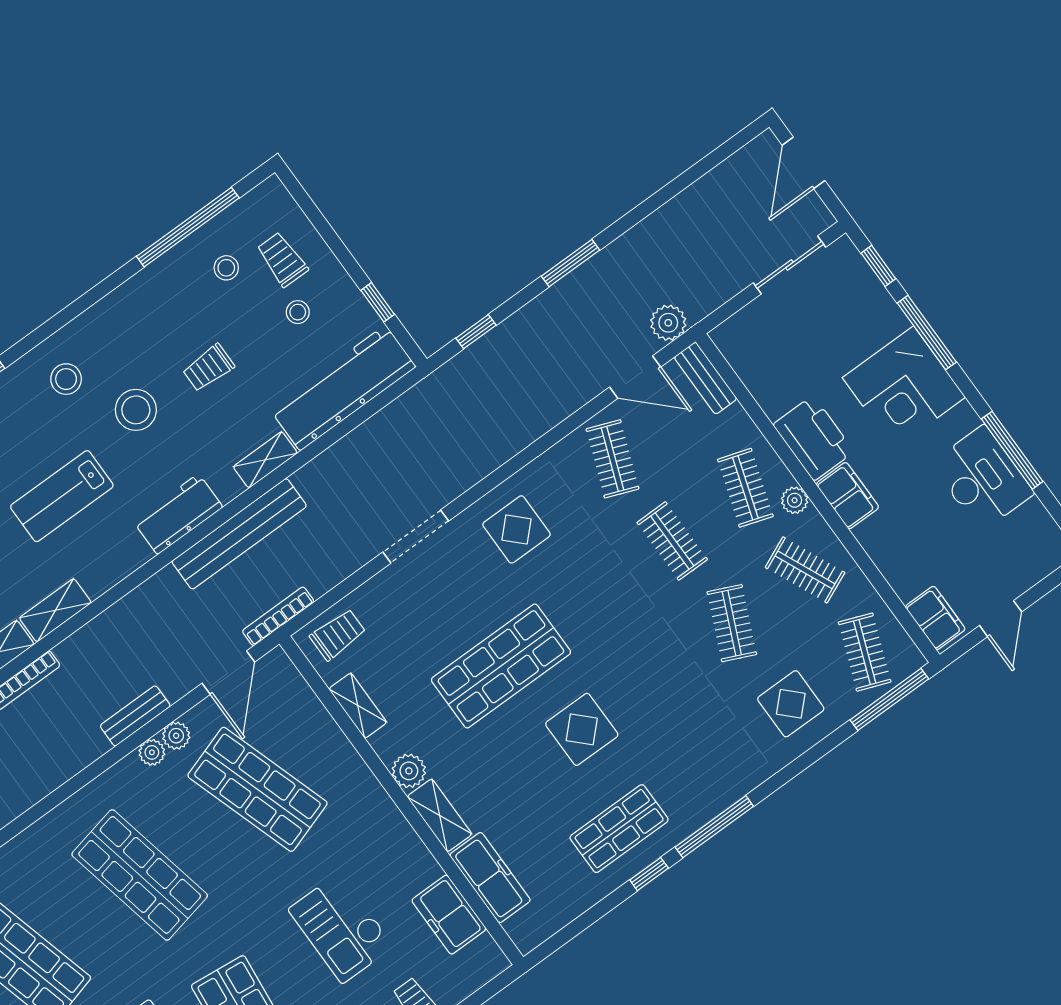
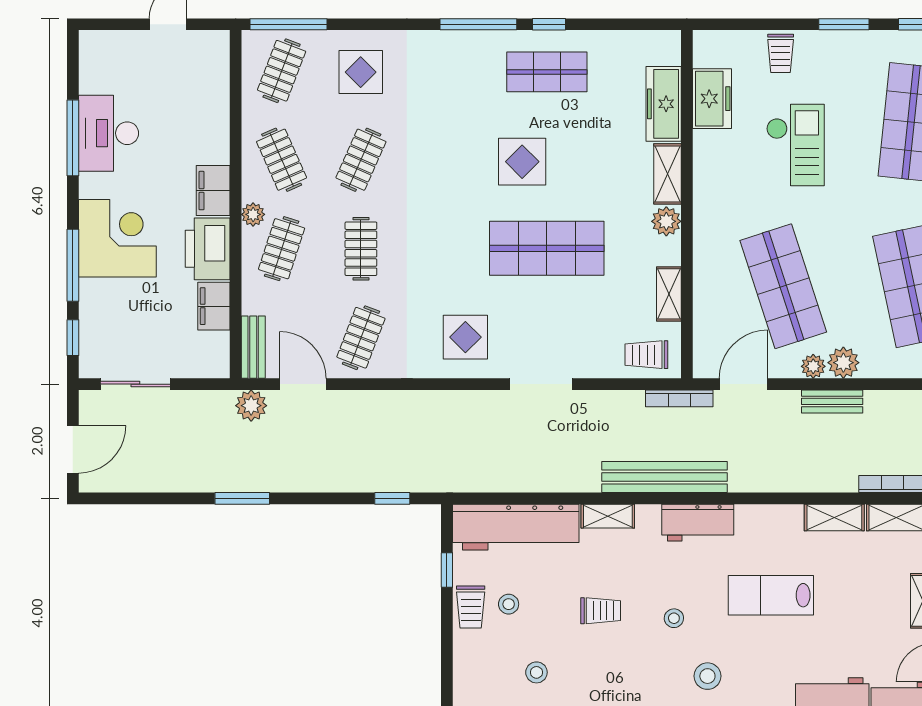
trolley: (282, 259) -> (471, 607), moved
window: (571, 263) -> (242, 498), moved
stool: (136, 410) -> (674, 618), width x0.53, depth x0.53
lab bench: (62, 496) -> (771, 595), turned 180
filing cabinet: (935, 618) -> (214, 306), moved
plant: (152, 752) -> (843, 363), width x1.38, depth x1.38

